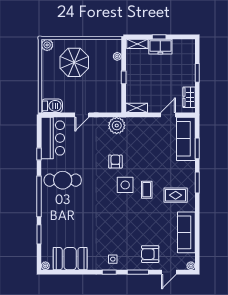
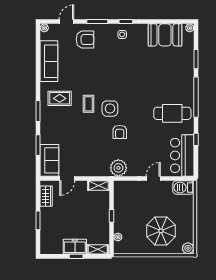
sofa: (186, 139) -> (49, 160), width x0.73

